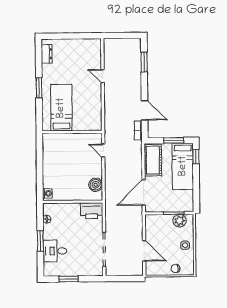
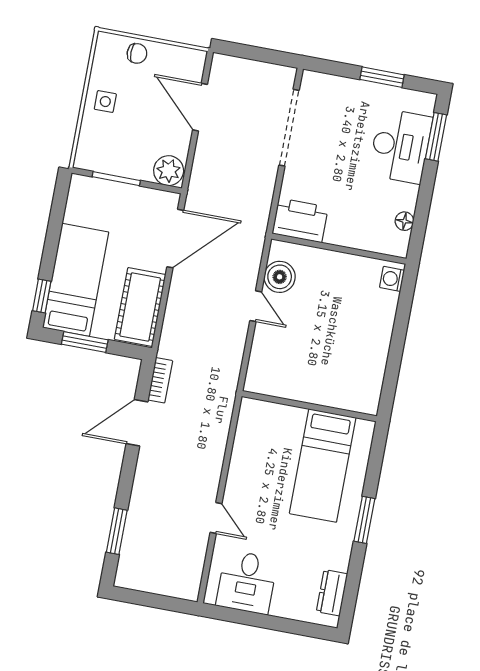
desk: (84, 51) -> (247, 582), added
door: (144, 110) -> (137, 423), hinge flipped
door: (103, 151) -> (256, 306), moved
plant: (180, 221) -> (169, 171), moved
window: (40, 241) -> (436, 137), moved
desk: (55, 251) -> (400, 146), width x1.37

